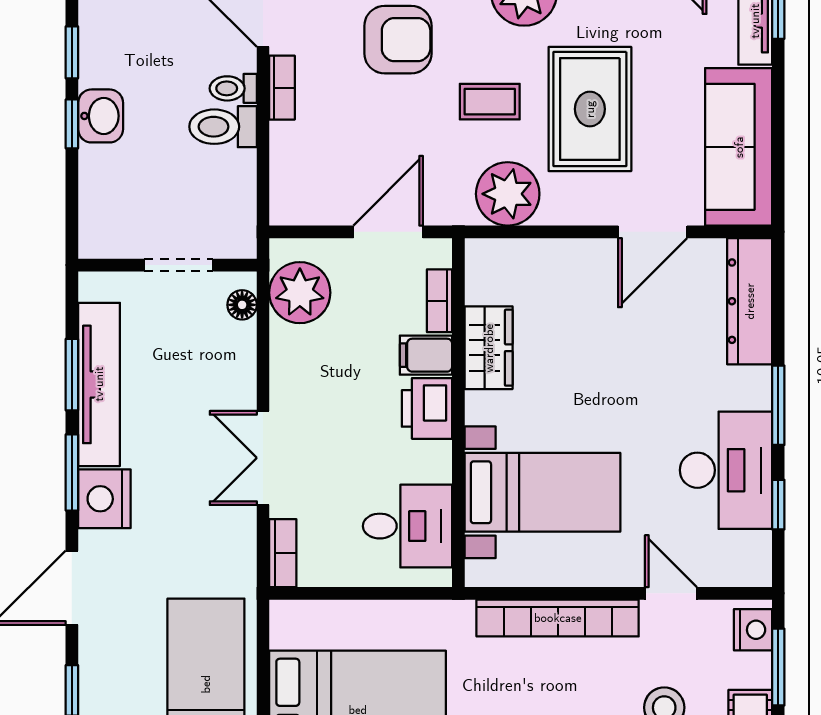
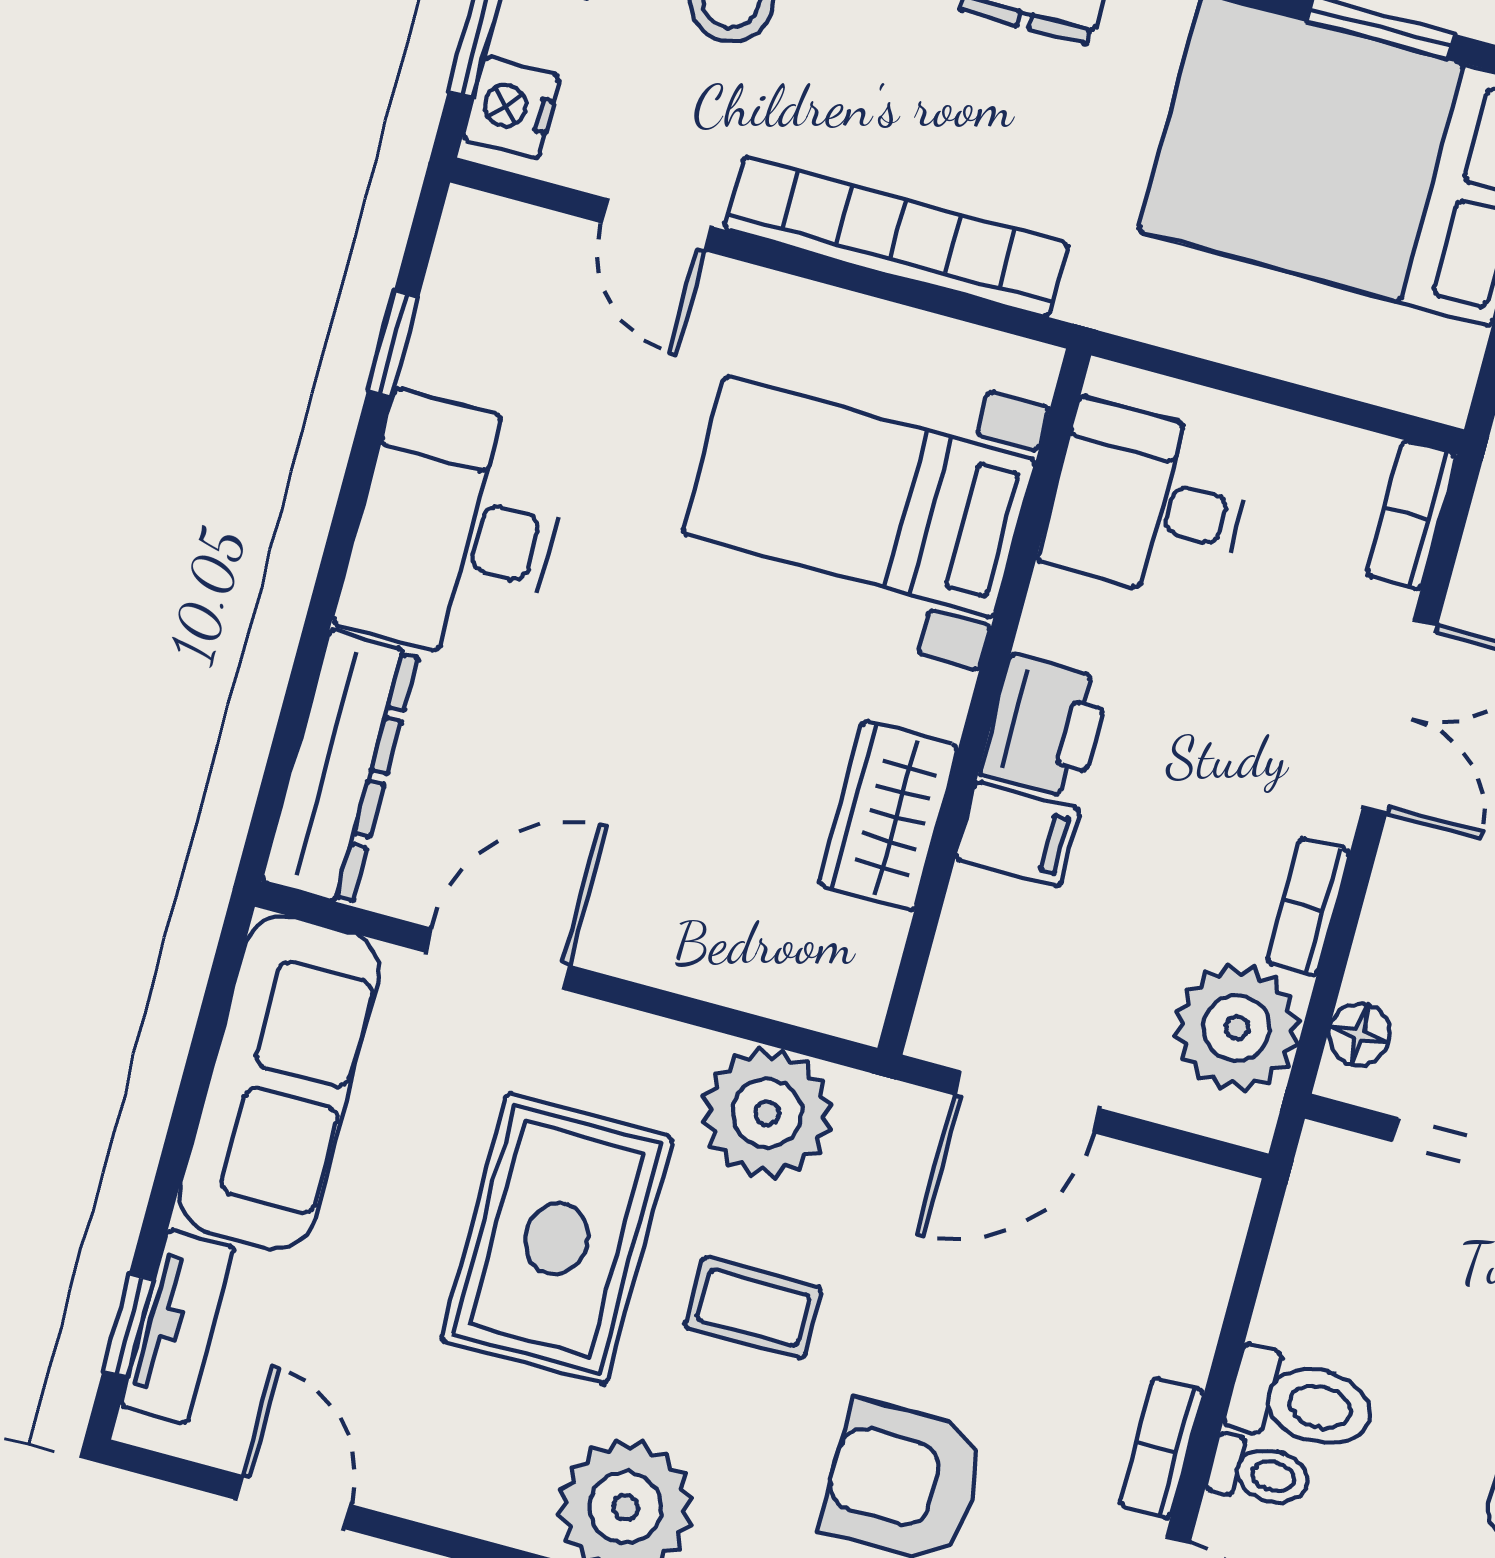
bookcase: (439, 301) -> (1308, 907), moved, turned 180
window: (778, 405) -> (339, 543), removed
desk: (726, 470) -> (456, 530), moved

